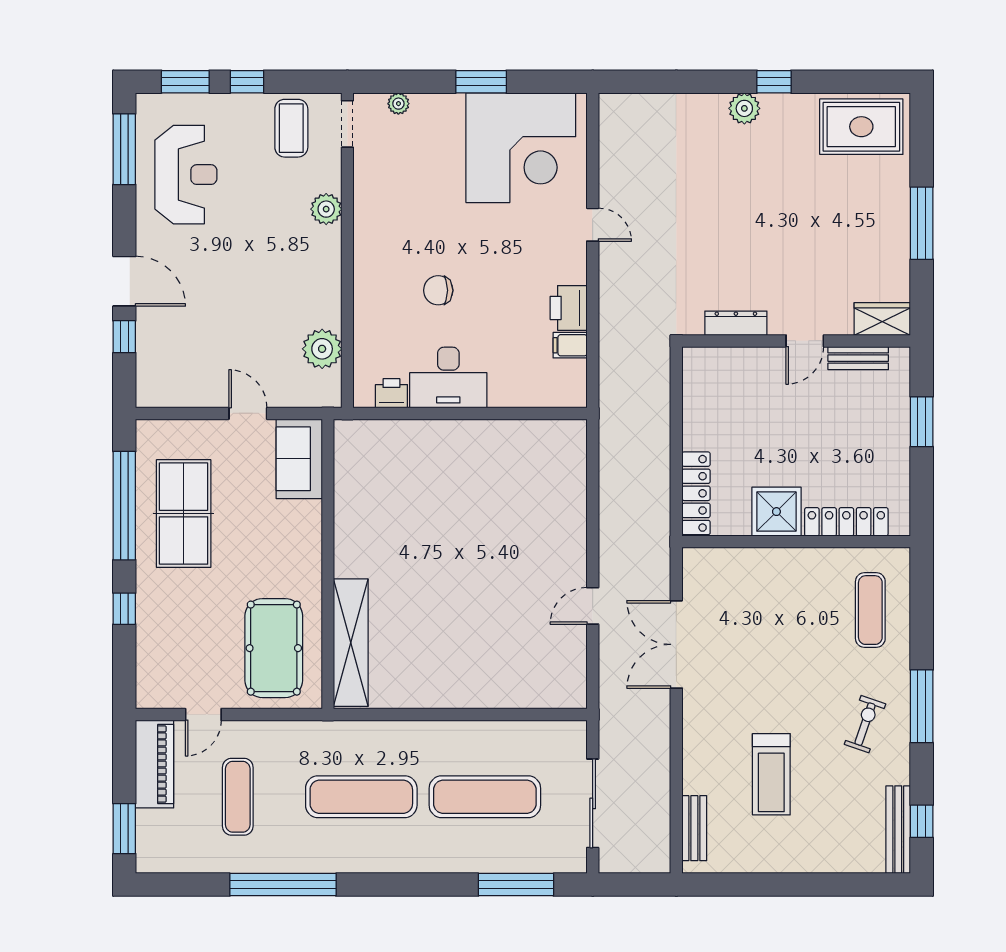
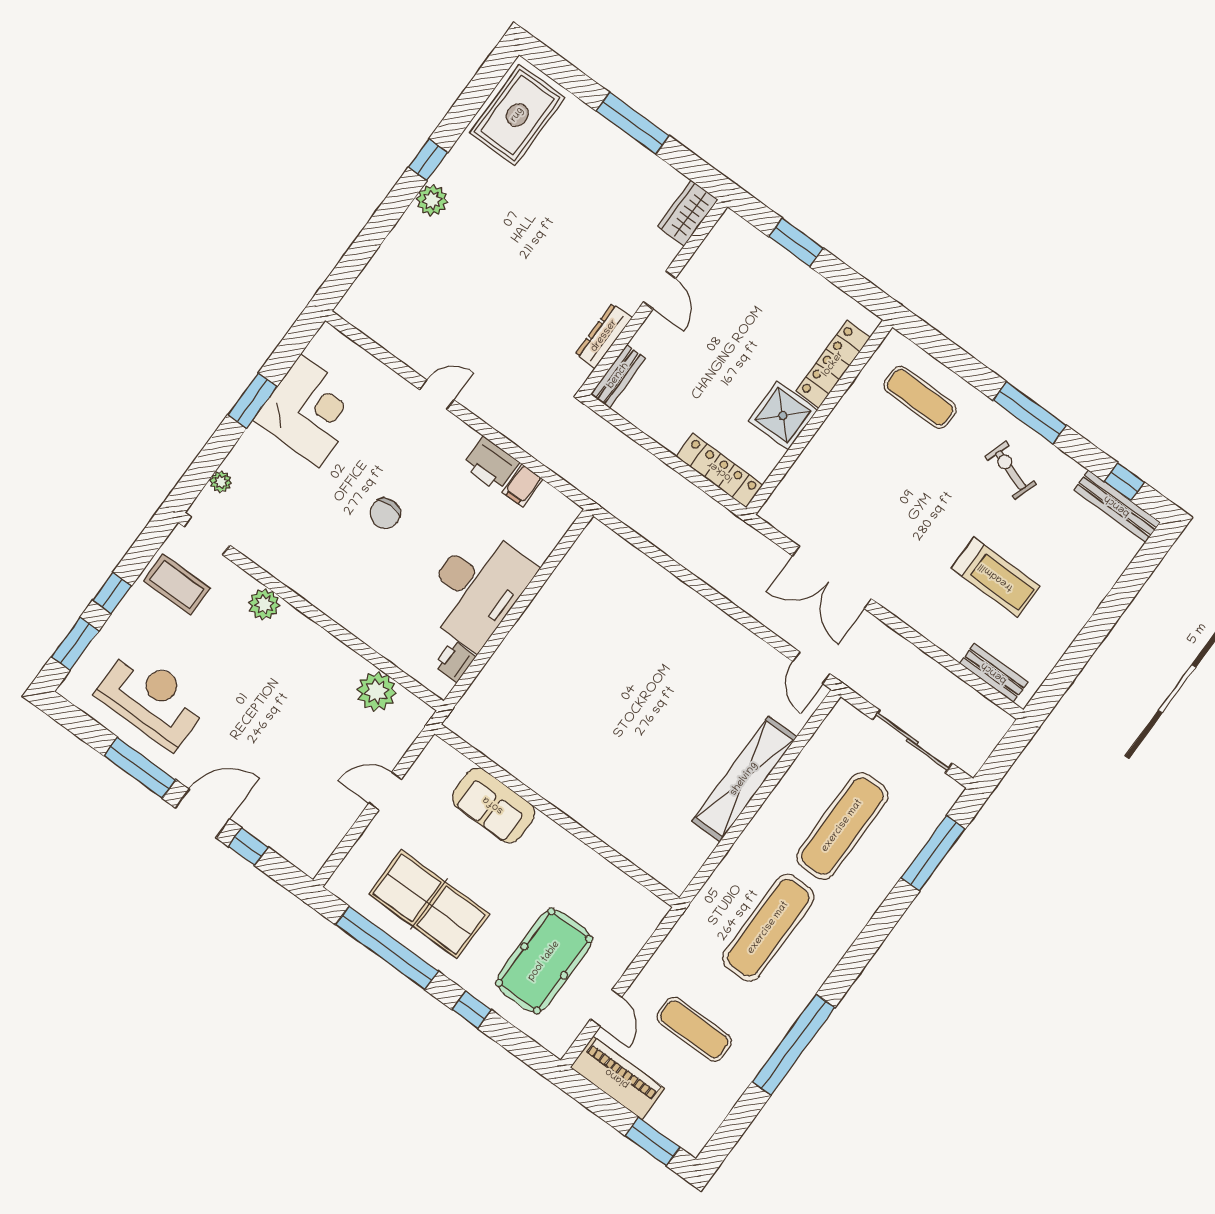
corner desk: (521, 148) -> (310, 411), width x0.74, depth x0.74
window: (124, 149) -> (140, 768), moved
chair: (438, 290) -> (385, 513), moved
bench: (858, 358) -> (618, 376), moved
desk: (448, 378) -> (477, 588), width x1.36, depth x1.30
sofa: (299, 459) -> (493, 805), moved
door: (593, 606) -> (811, 668), moved
shelving: (351, 643) -> (744, 779), moved, turned 90
pool table: (274, 648) -> (544, 961), moved, turned 90

